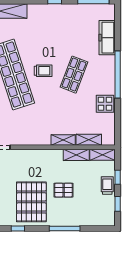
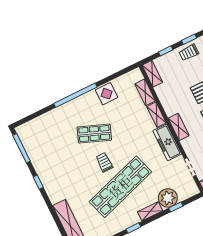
freezer: (107, 38) -> (167, 142), moved, turned 90
shelving: (76, 155) -> (179, 127), moved
trolley: (107, 186) -> (189, 52), moved

